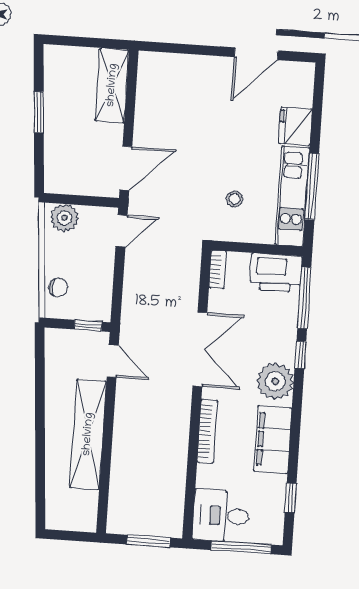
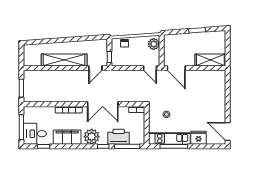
door: (256, 54) -> (228, 131), moved
printer: (276, 273) -> (119, 137), moved, turned 90
desk: (221, 516) -> (35, 134), moved, turned -90

